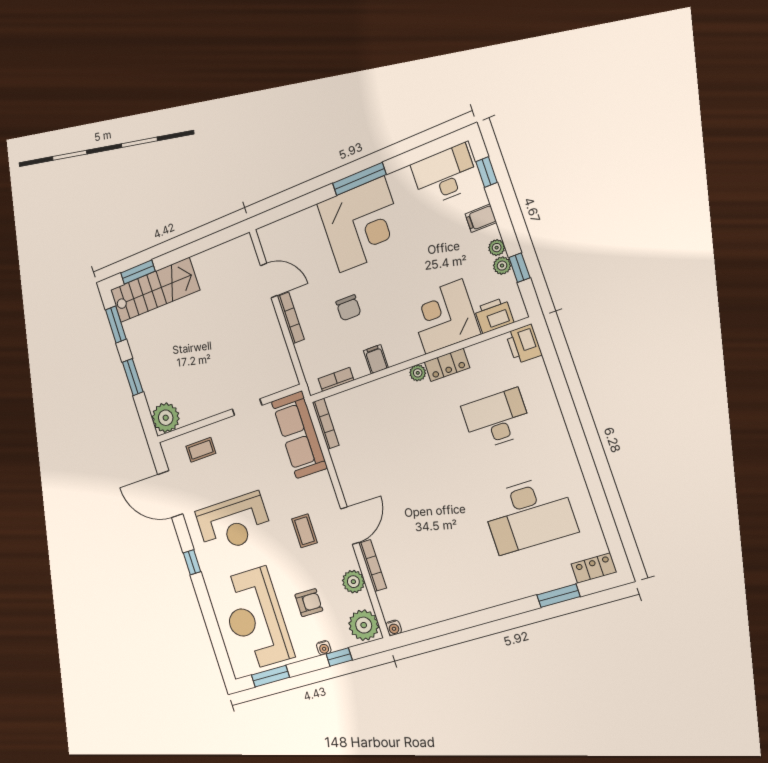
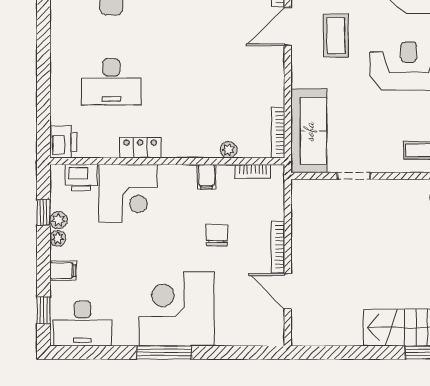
plant: (418, 373) -> (228, 150), moved
coffee table: (305, 531) -> (336, 36), width x1.36, depth x1.30

